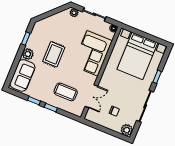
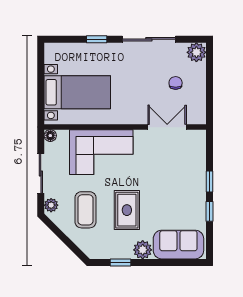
rug: (54, 54) -> (127, 210), turned 90
bed with nightstands: (137, 56) -> (77, 92), width x0.73
coffee table: (66, 92) -> (85, 210), moved

